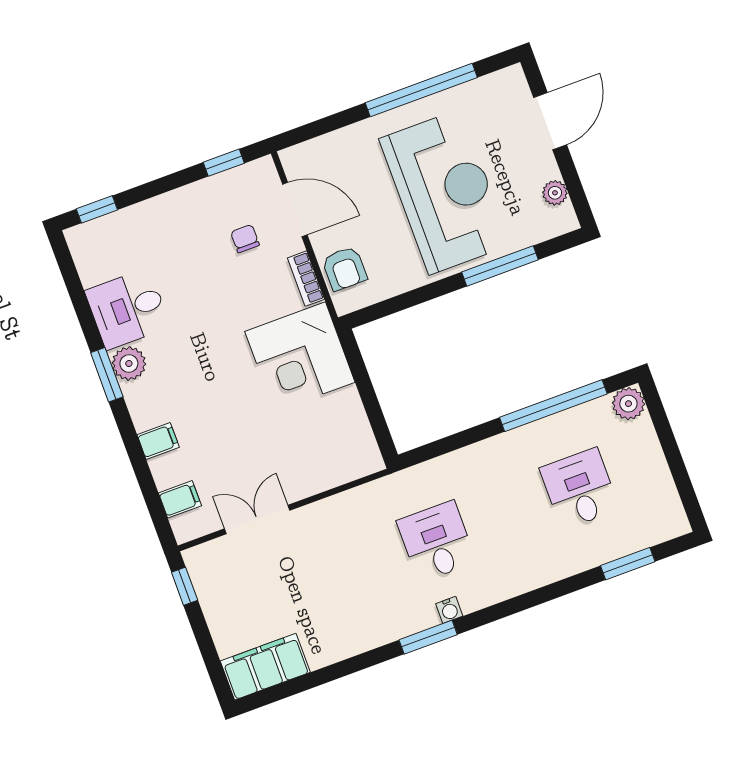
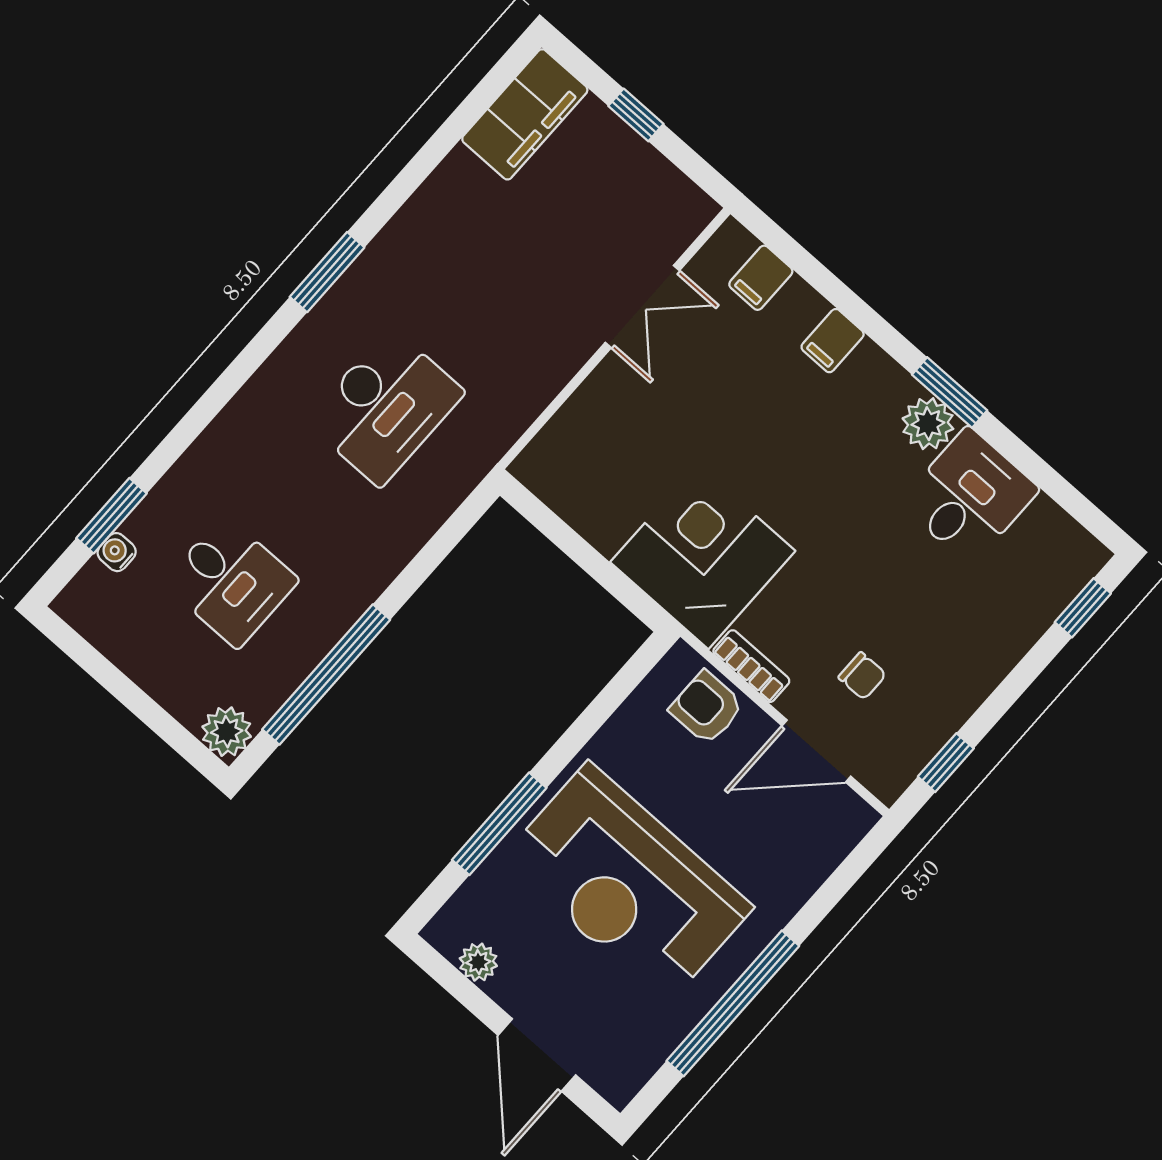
desk: (436, 541) -> (385, 407), width x1.37
window: (185, 586) -> (636, 115), moved
water cooler: (449, 610) -> (117, 552), moved

